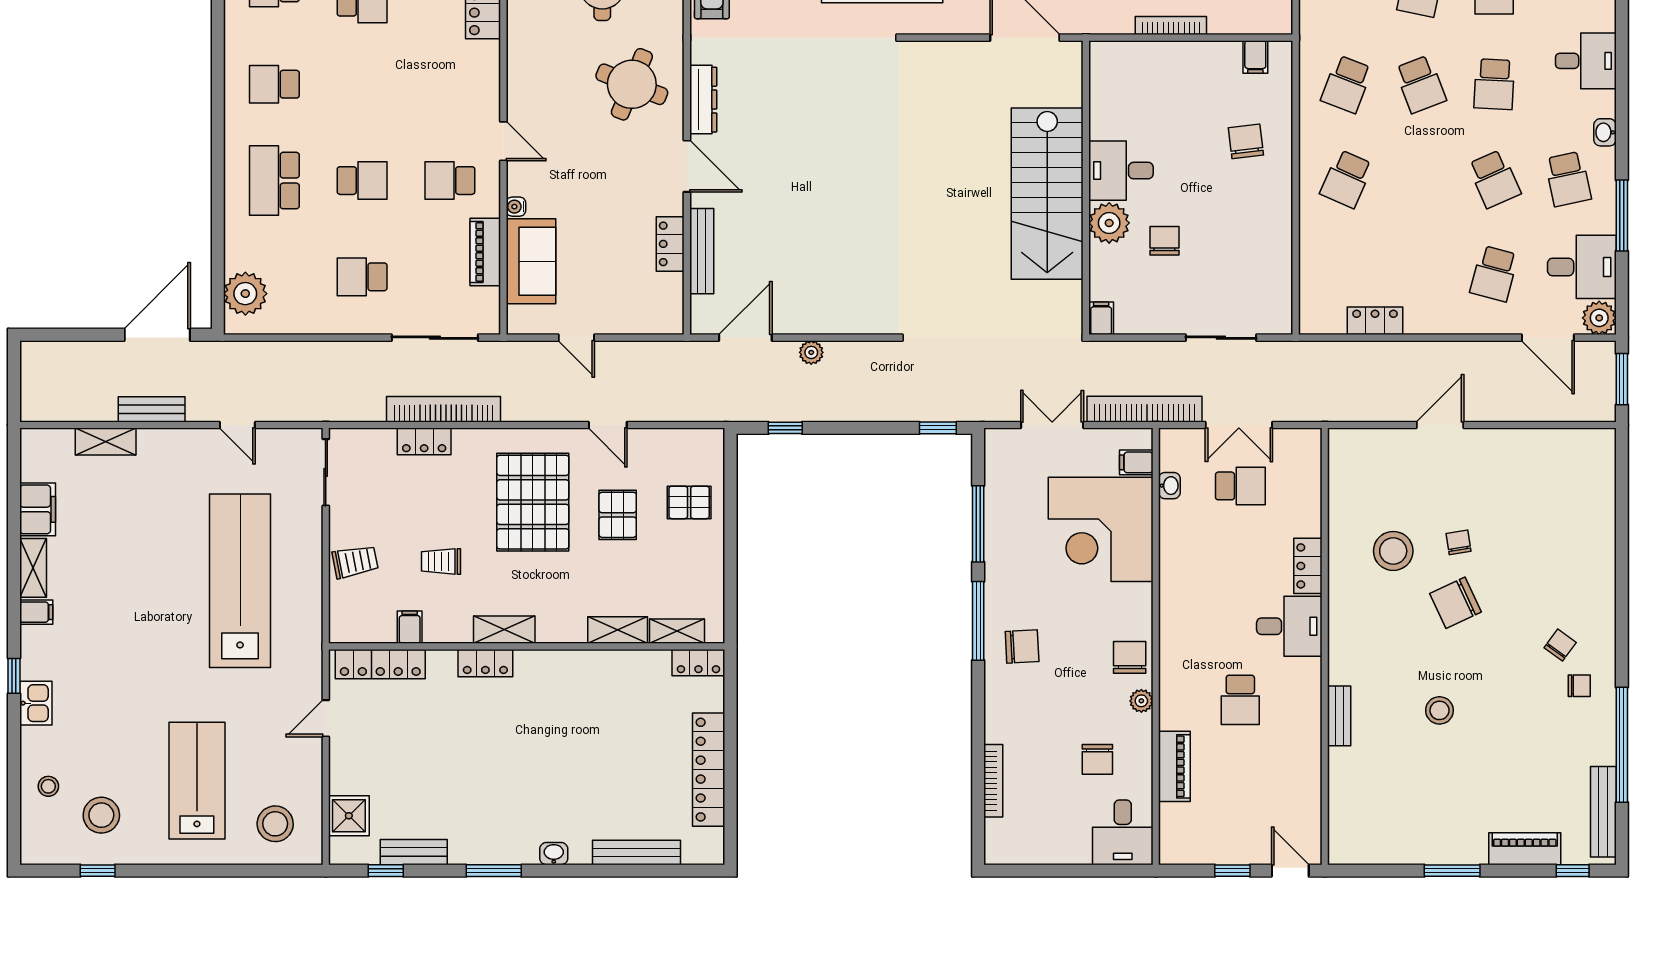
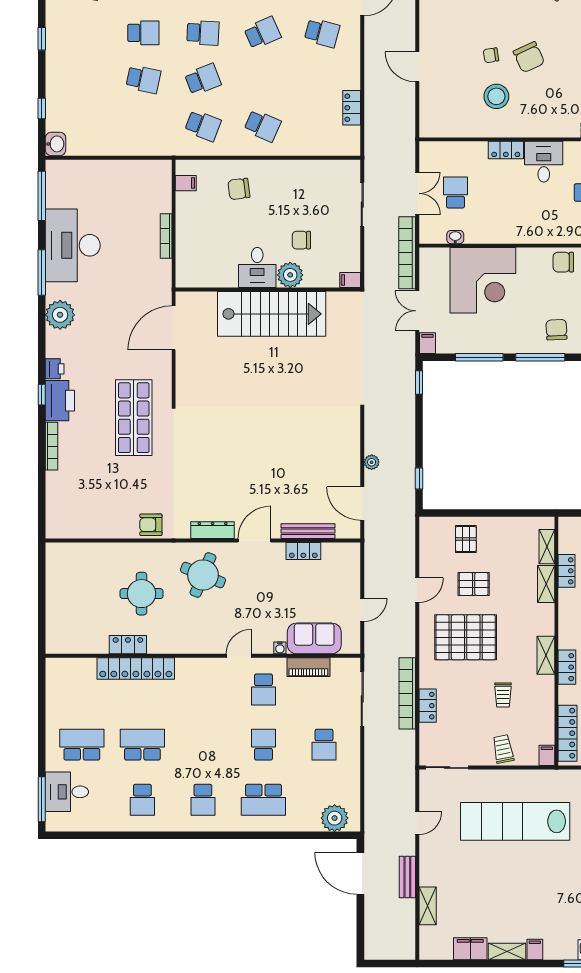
filing cabinet: (1136, 462) -> (427, 343), moved, turned 180
filing cabinet: (410, 627) -> (547, 755), moved, turned 90
locker: (698, 663) -> (567, 571), moved

